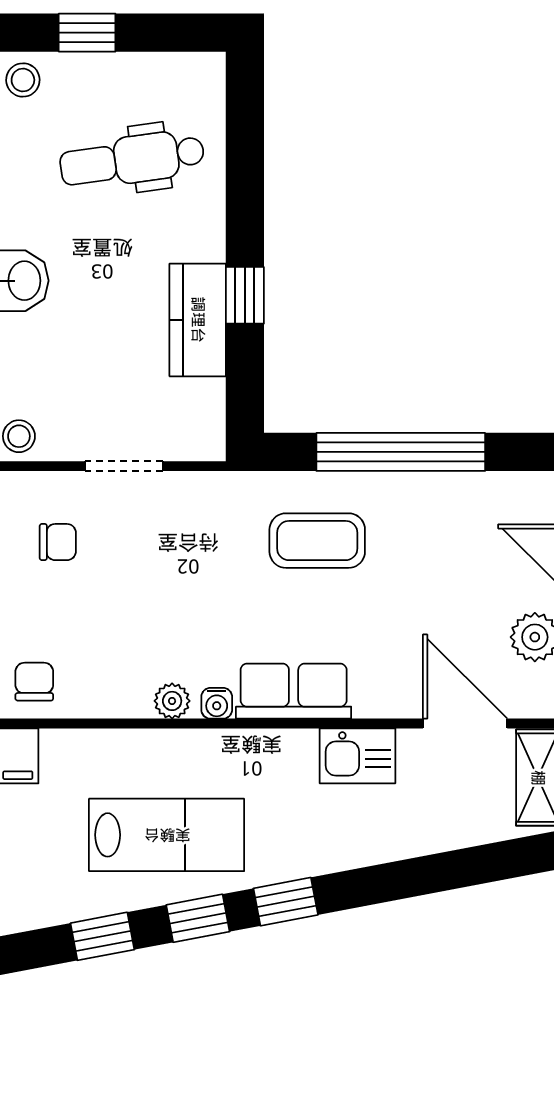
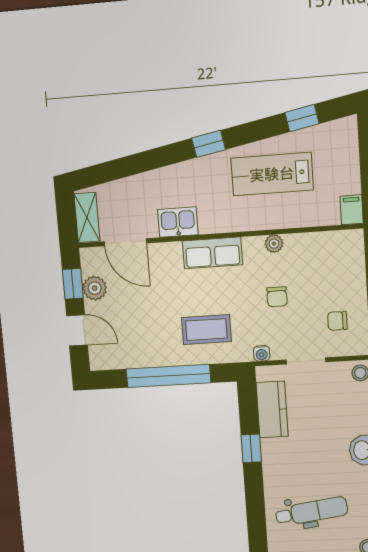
kitchen counter: (198, 320) -> (272, 409), moved
chair: (34, 682) -> (277, 297), moved
water cooler: (217, 703) -> (262, 353), moved, turned 180
window: (198, 918) -> (253, 132), removed

